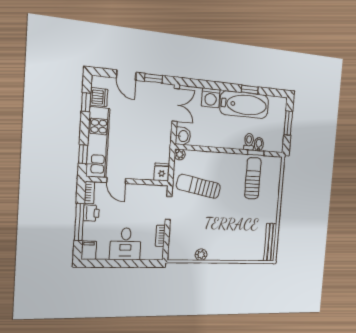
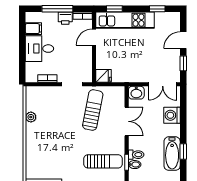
dishwasher: (99, 97) -> (163, 19), removed
bathtub: (244, 105) -> (172, 154), width x0.73, depth x0.73
double door: (213, 149) -> (127, 121), added
plant: (180, 155) -> (120, 91), removed
filing cabinet: (89, 250) -> (33, 29), moved

